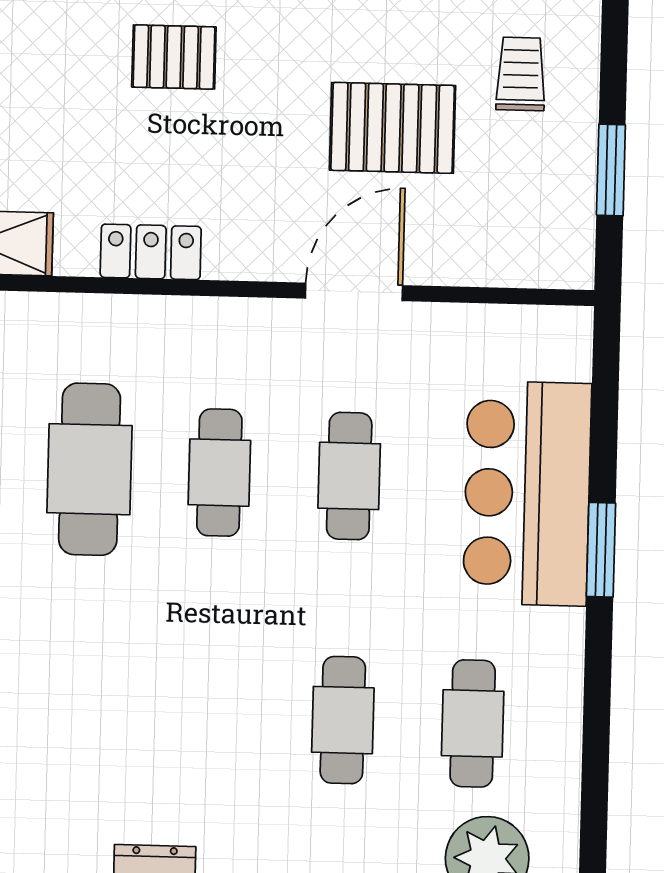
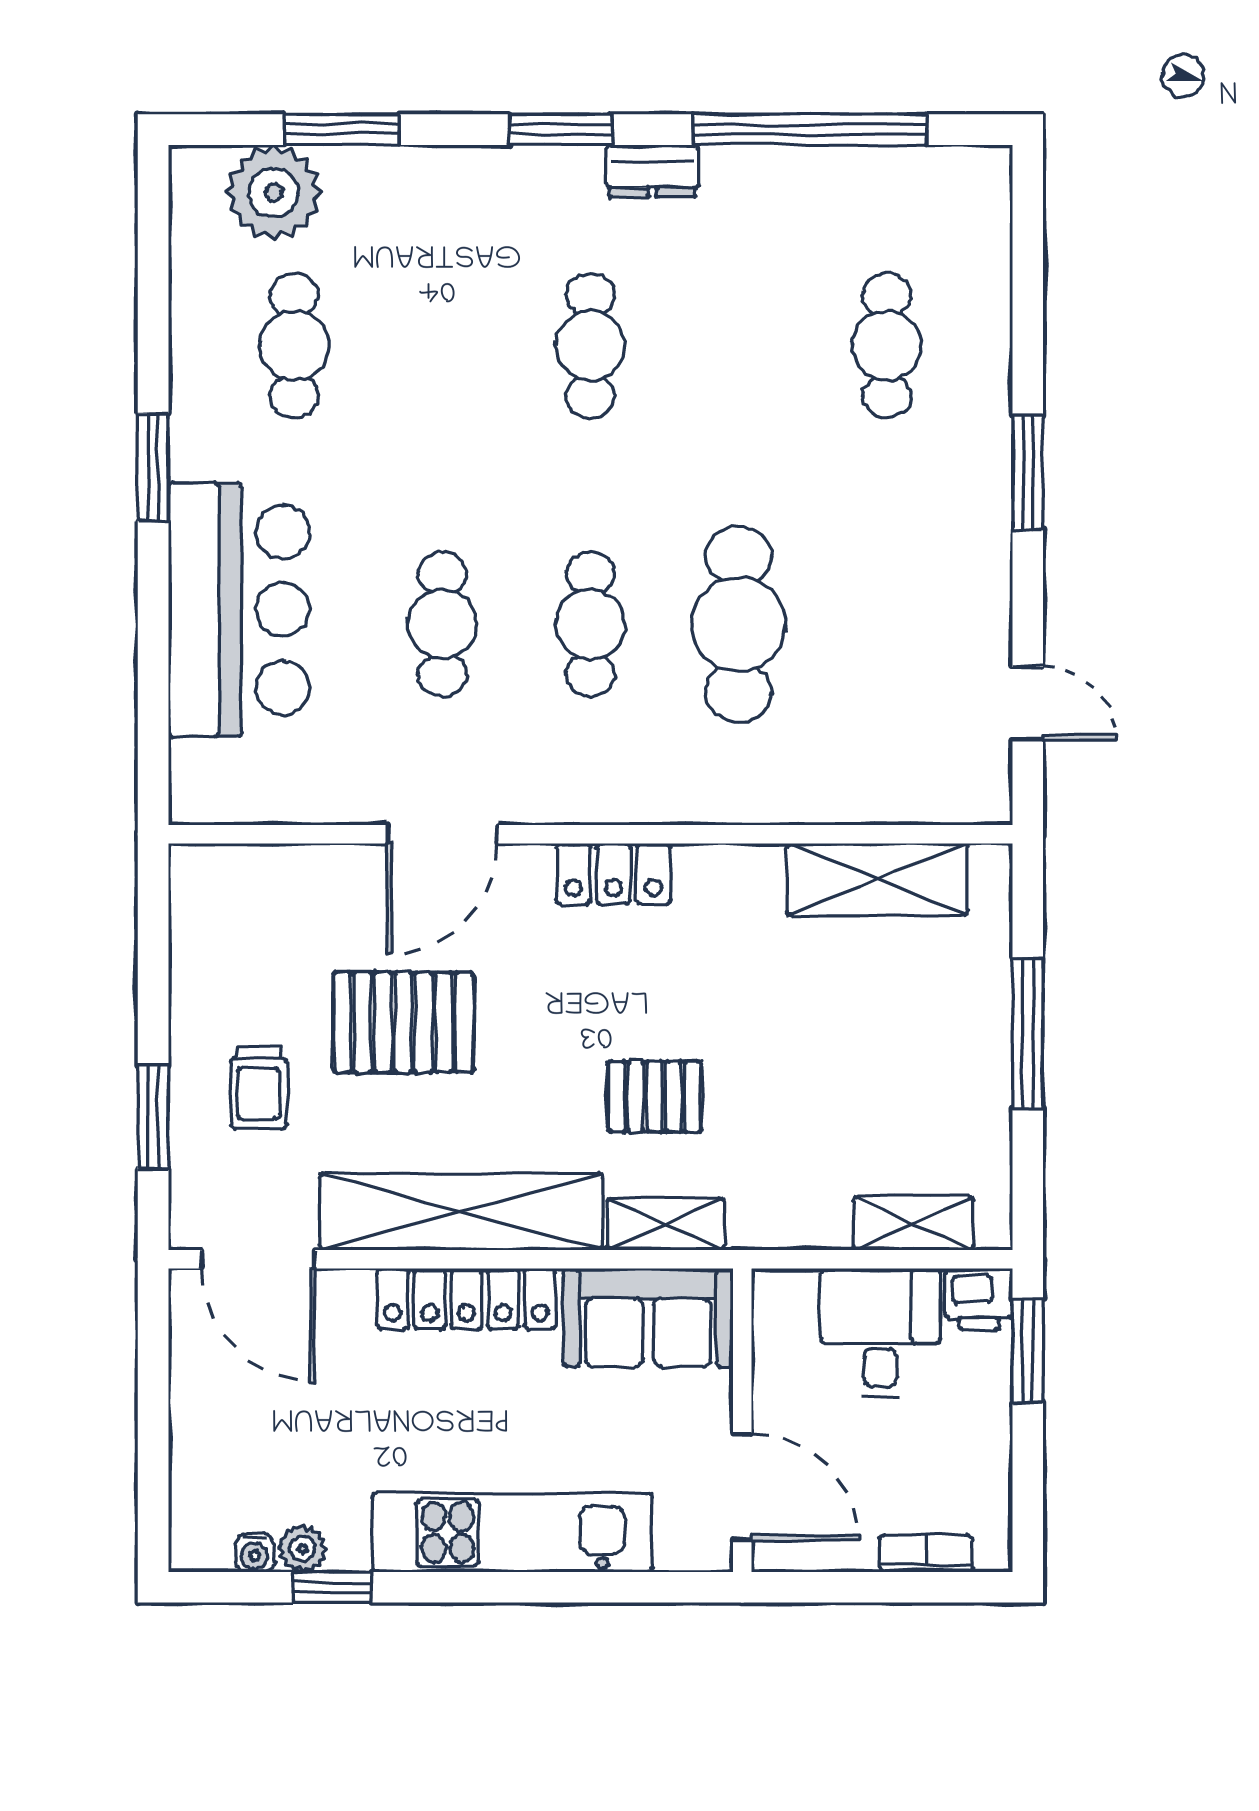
window: (611, 170) -> (153, 1117), moved
locker: (151, 252) -> (613, 874), moved
window: (601, 550) -> (153, 467), moved
cafe table: (343, 720) -> (590, 346), moved

